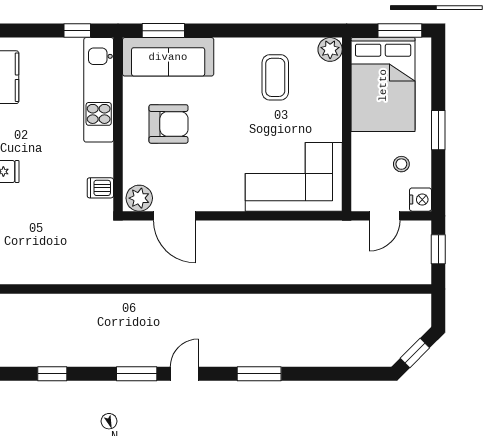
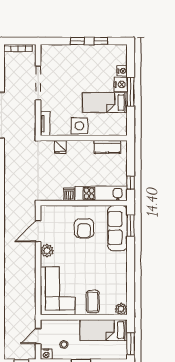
coffee table: (275, 77) -> (93, 302), moved, turned 90
bed: (383, 85) -> (104, 330), width x0.67
dishwasher: (100, 188) -> (69, 194), moved
plant: (139, 198) -> (47, 251), moved
door: (385, 216) -> (38, 336), hinge flipped

